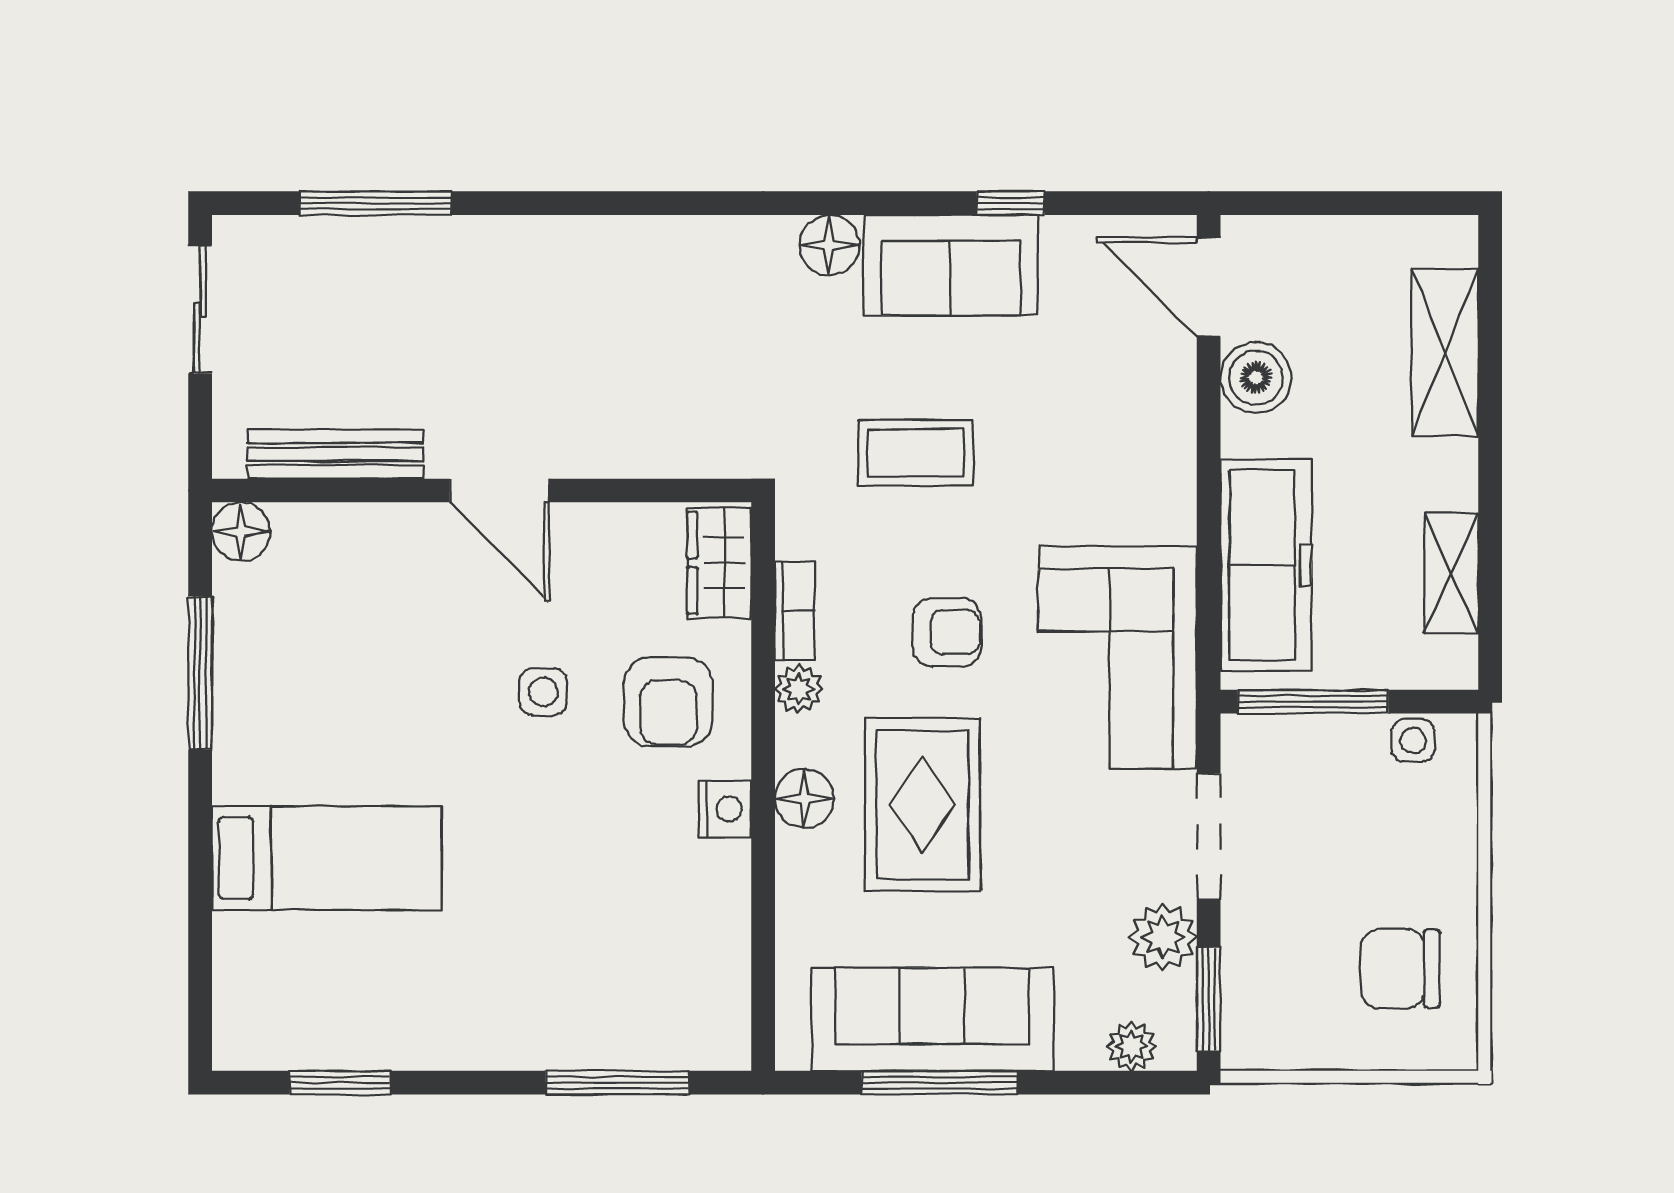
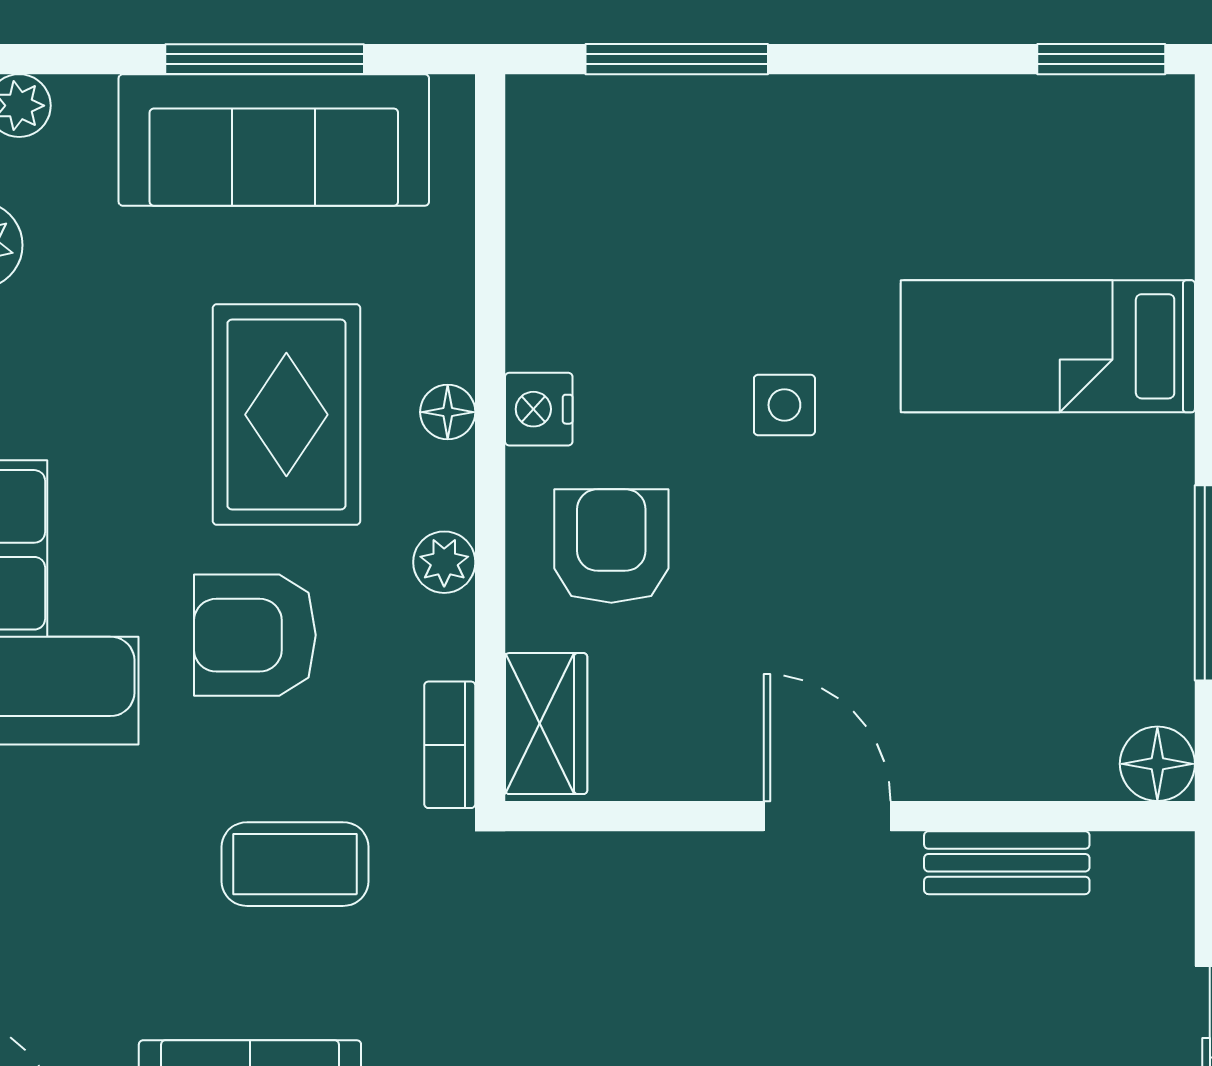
bench: (335, 454) -> (1007, 863), width x0.73
bookcase: (795, 611) -> (450, 745), moved
armchair: (947, 632) -> (255, 635), width x1.38, depth x1.38
side table: (543, 692) -> (784, 405), moved
floor lamp: (804, 799) -> (448, 412), width x0.73, depth x0.73
window: (340, 1083) -> (1101, 59), moved

